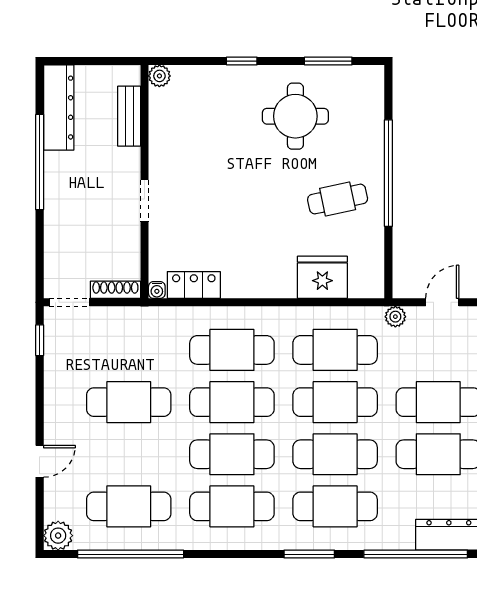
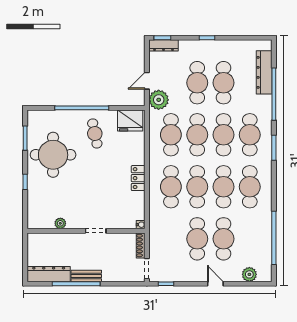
plant: (159, 76) -> (60, 223), moved
bench: (129, 116) -> (86, 276), moved
round table: (295, 116) -> (53, 155), width x1.36, depth x1.36
fridge: (322, 277) -> (130, 120), moved, turned -90
locker: (194, 285) -> (138, 178), moved
door: (442, 302) -> (147, 81), hinge flipped
plant: (395, 317) -> (159, 100), width x1.87, depth x1.87
door: (40, 461) -> (215, 284), moved
cafe table: (129, 506) -> (224, 239), moved
plant: (58, 536) -> (249, 274), moved

